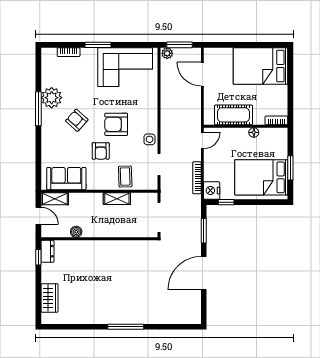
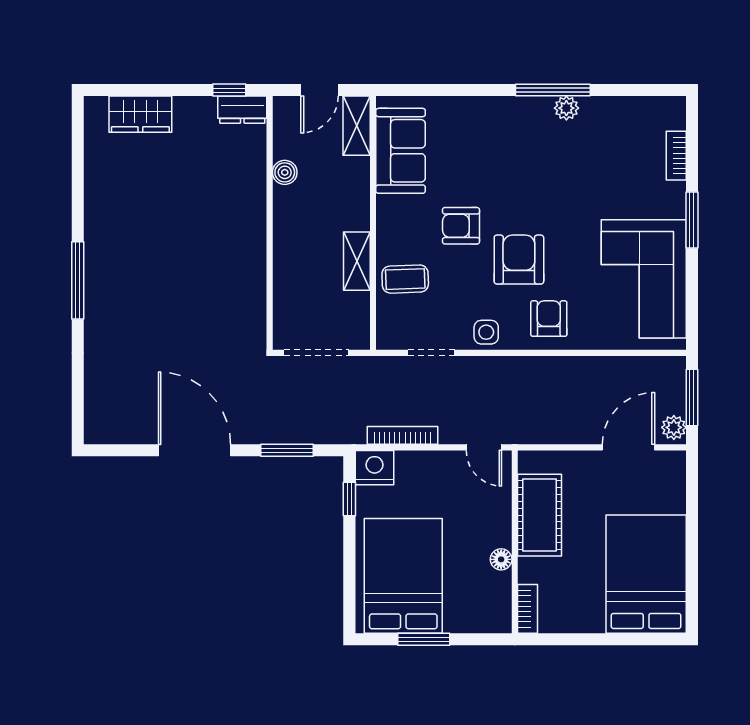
plant: (167, 53) -> (674, 427), moved
plant: (52, 98) -> (566, 108), width x0.53, depth x0.53
armchair: (77, 120) -> (549, 319), moved, turned -42

